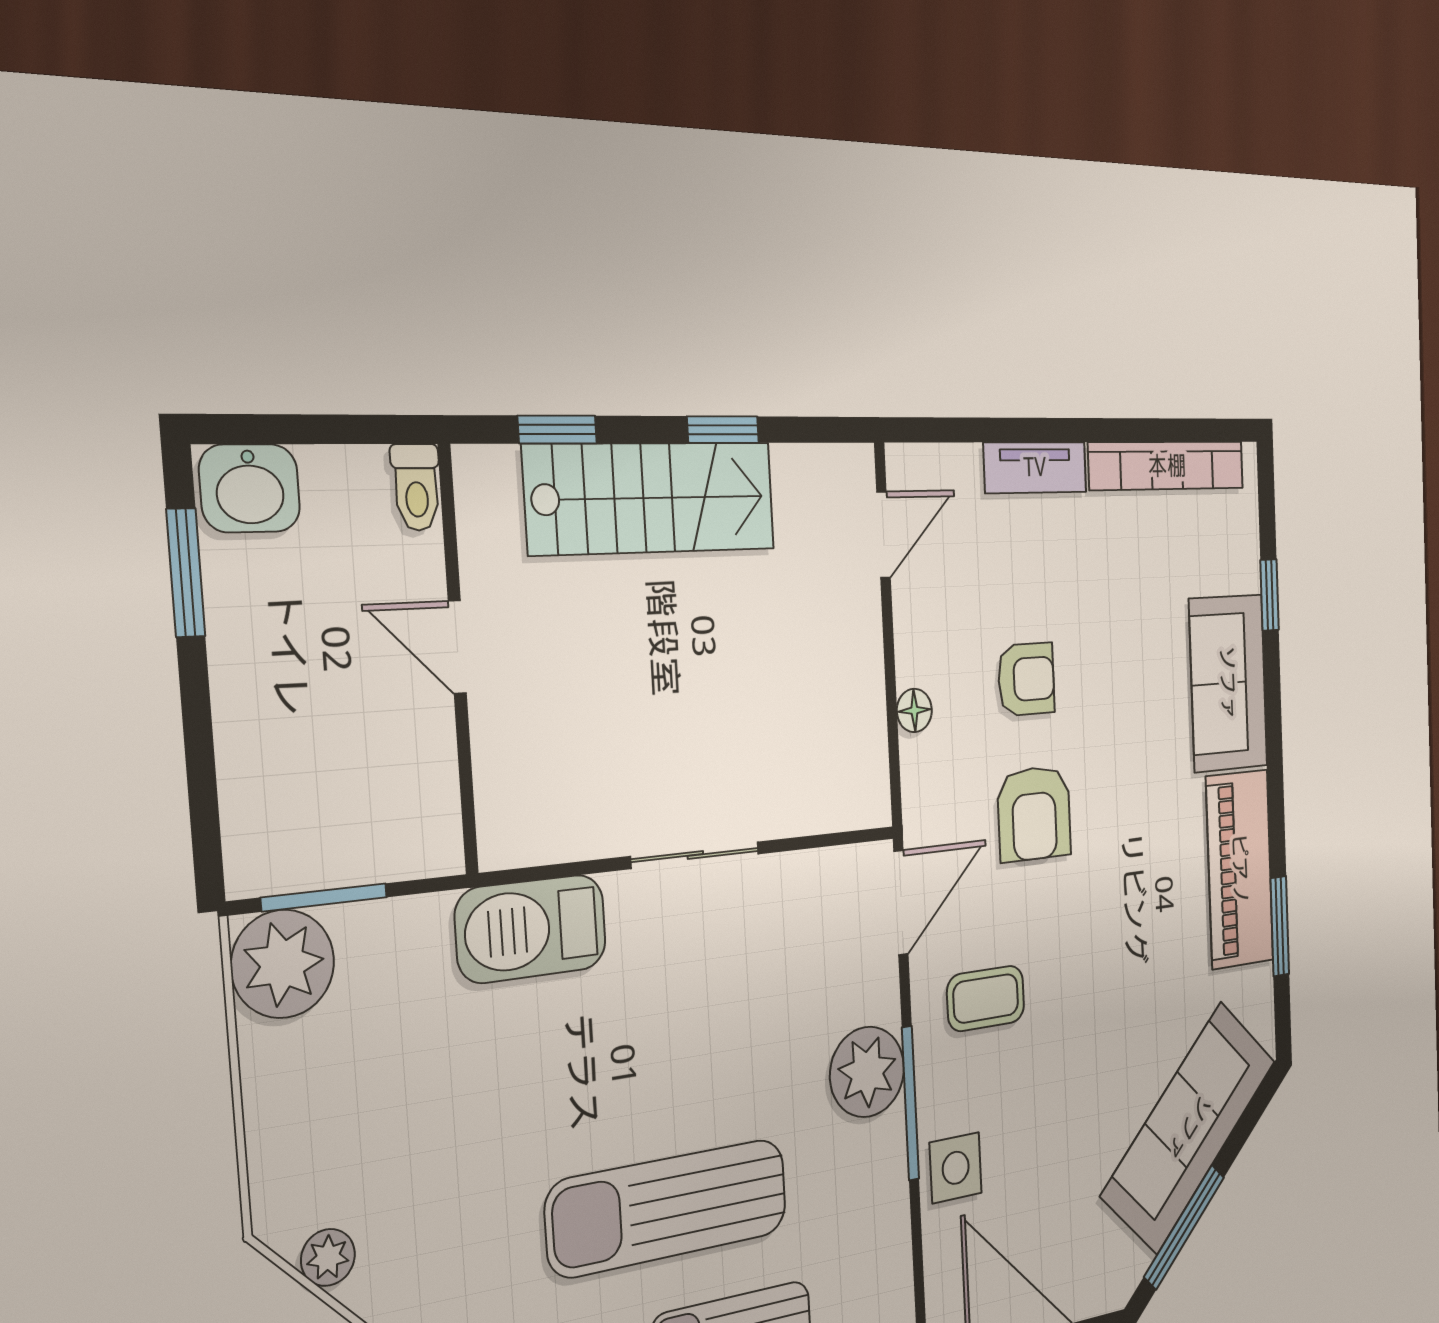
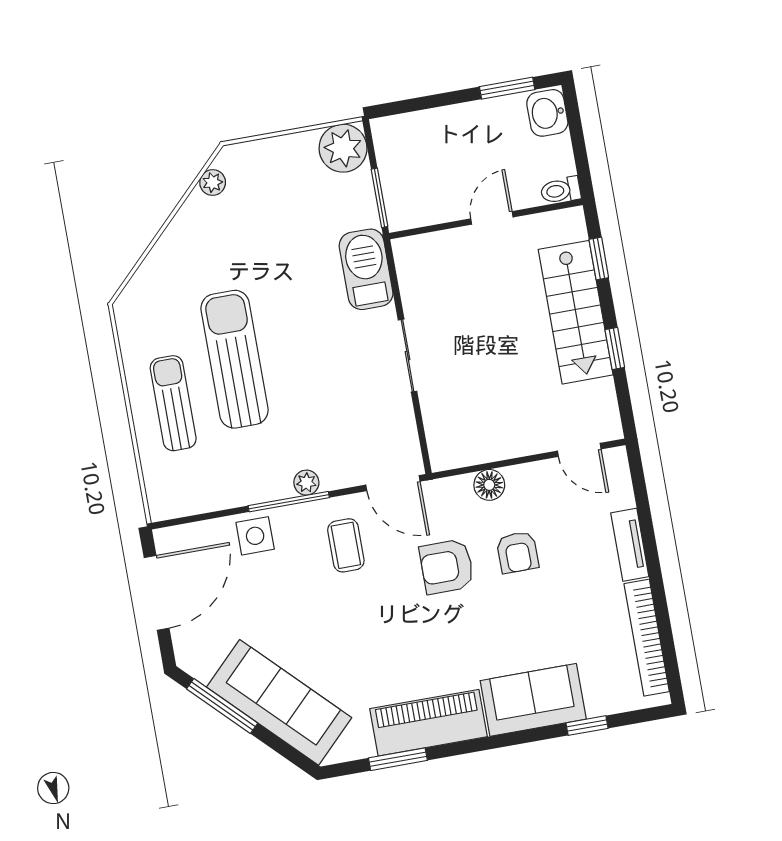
floor lamp: (914, 710) -> (489, 485), width x1.37, depth x1.37
window: (324, 897) -> (379, 198), moved
plant: (867, 1072) -> (306, 483), width x0.53, depth x0.53

